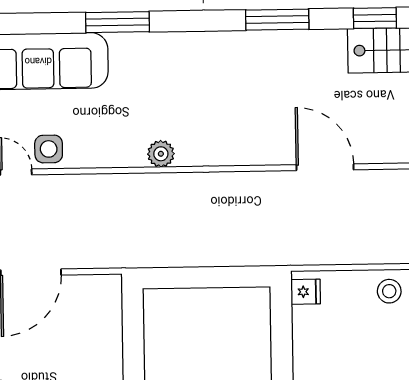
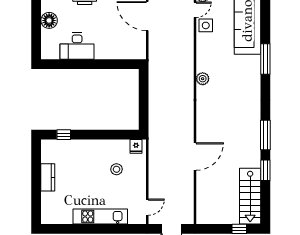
window: (375, 18) -> (265, 170), moved
stool: (389, 291) -> (116, 169), moved

